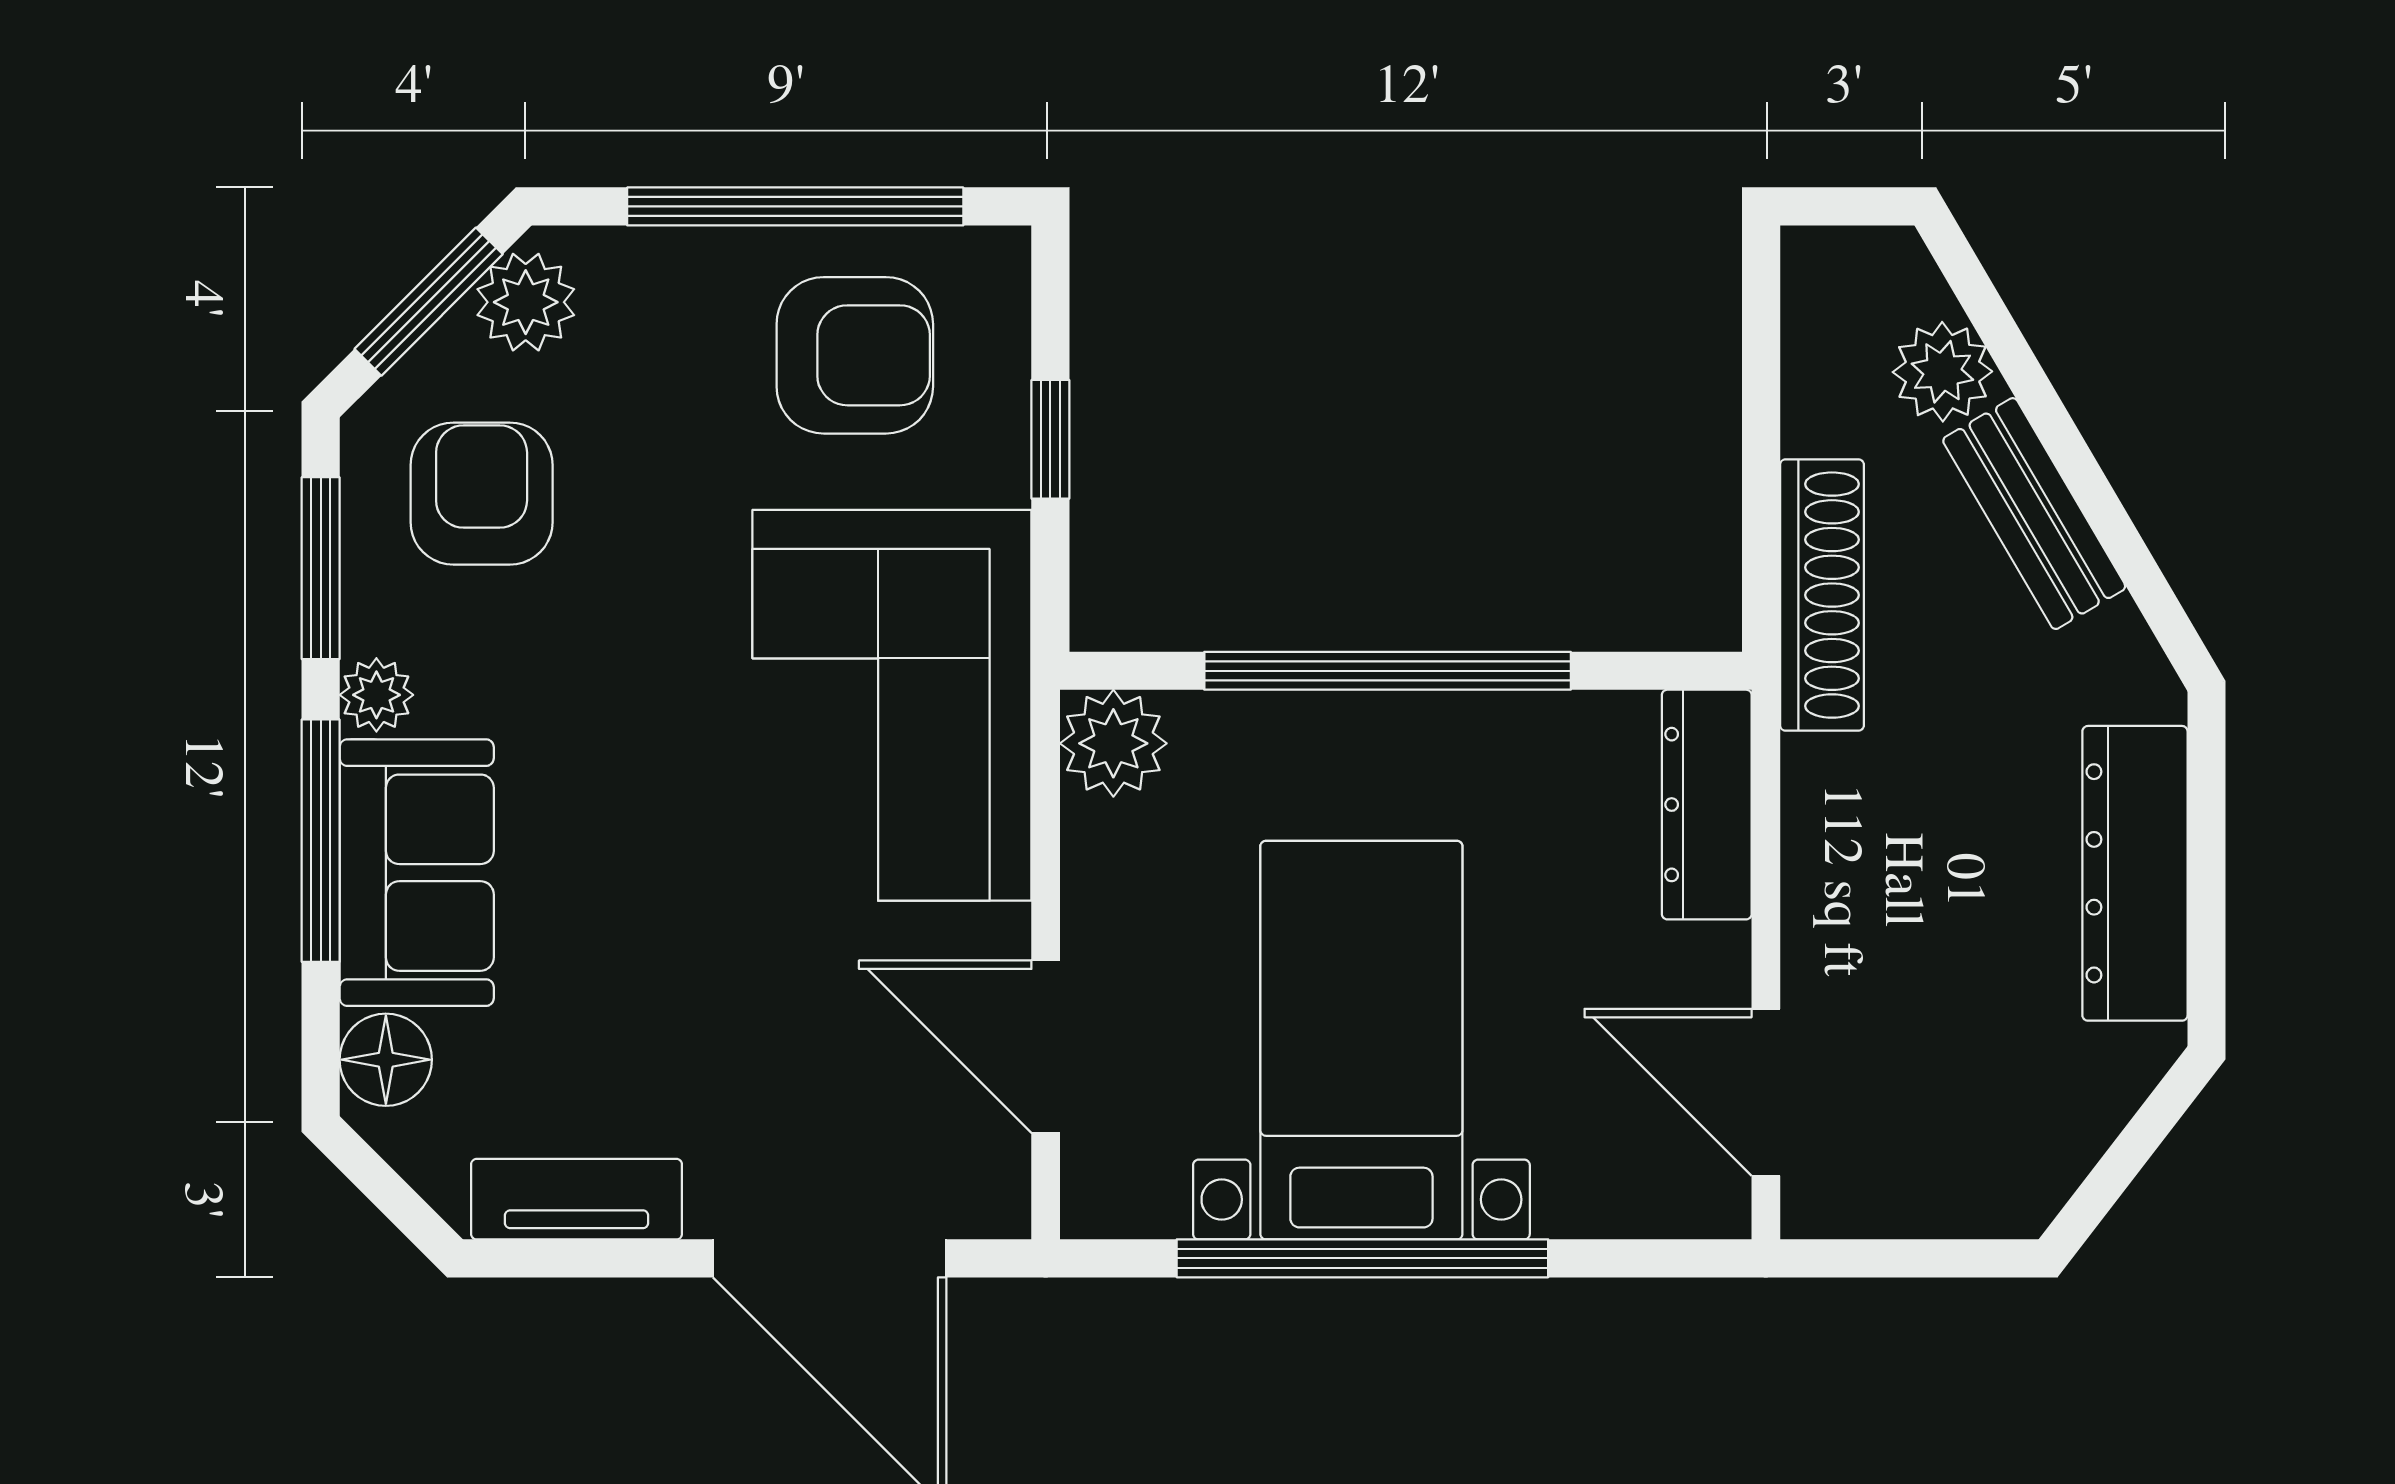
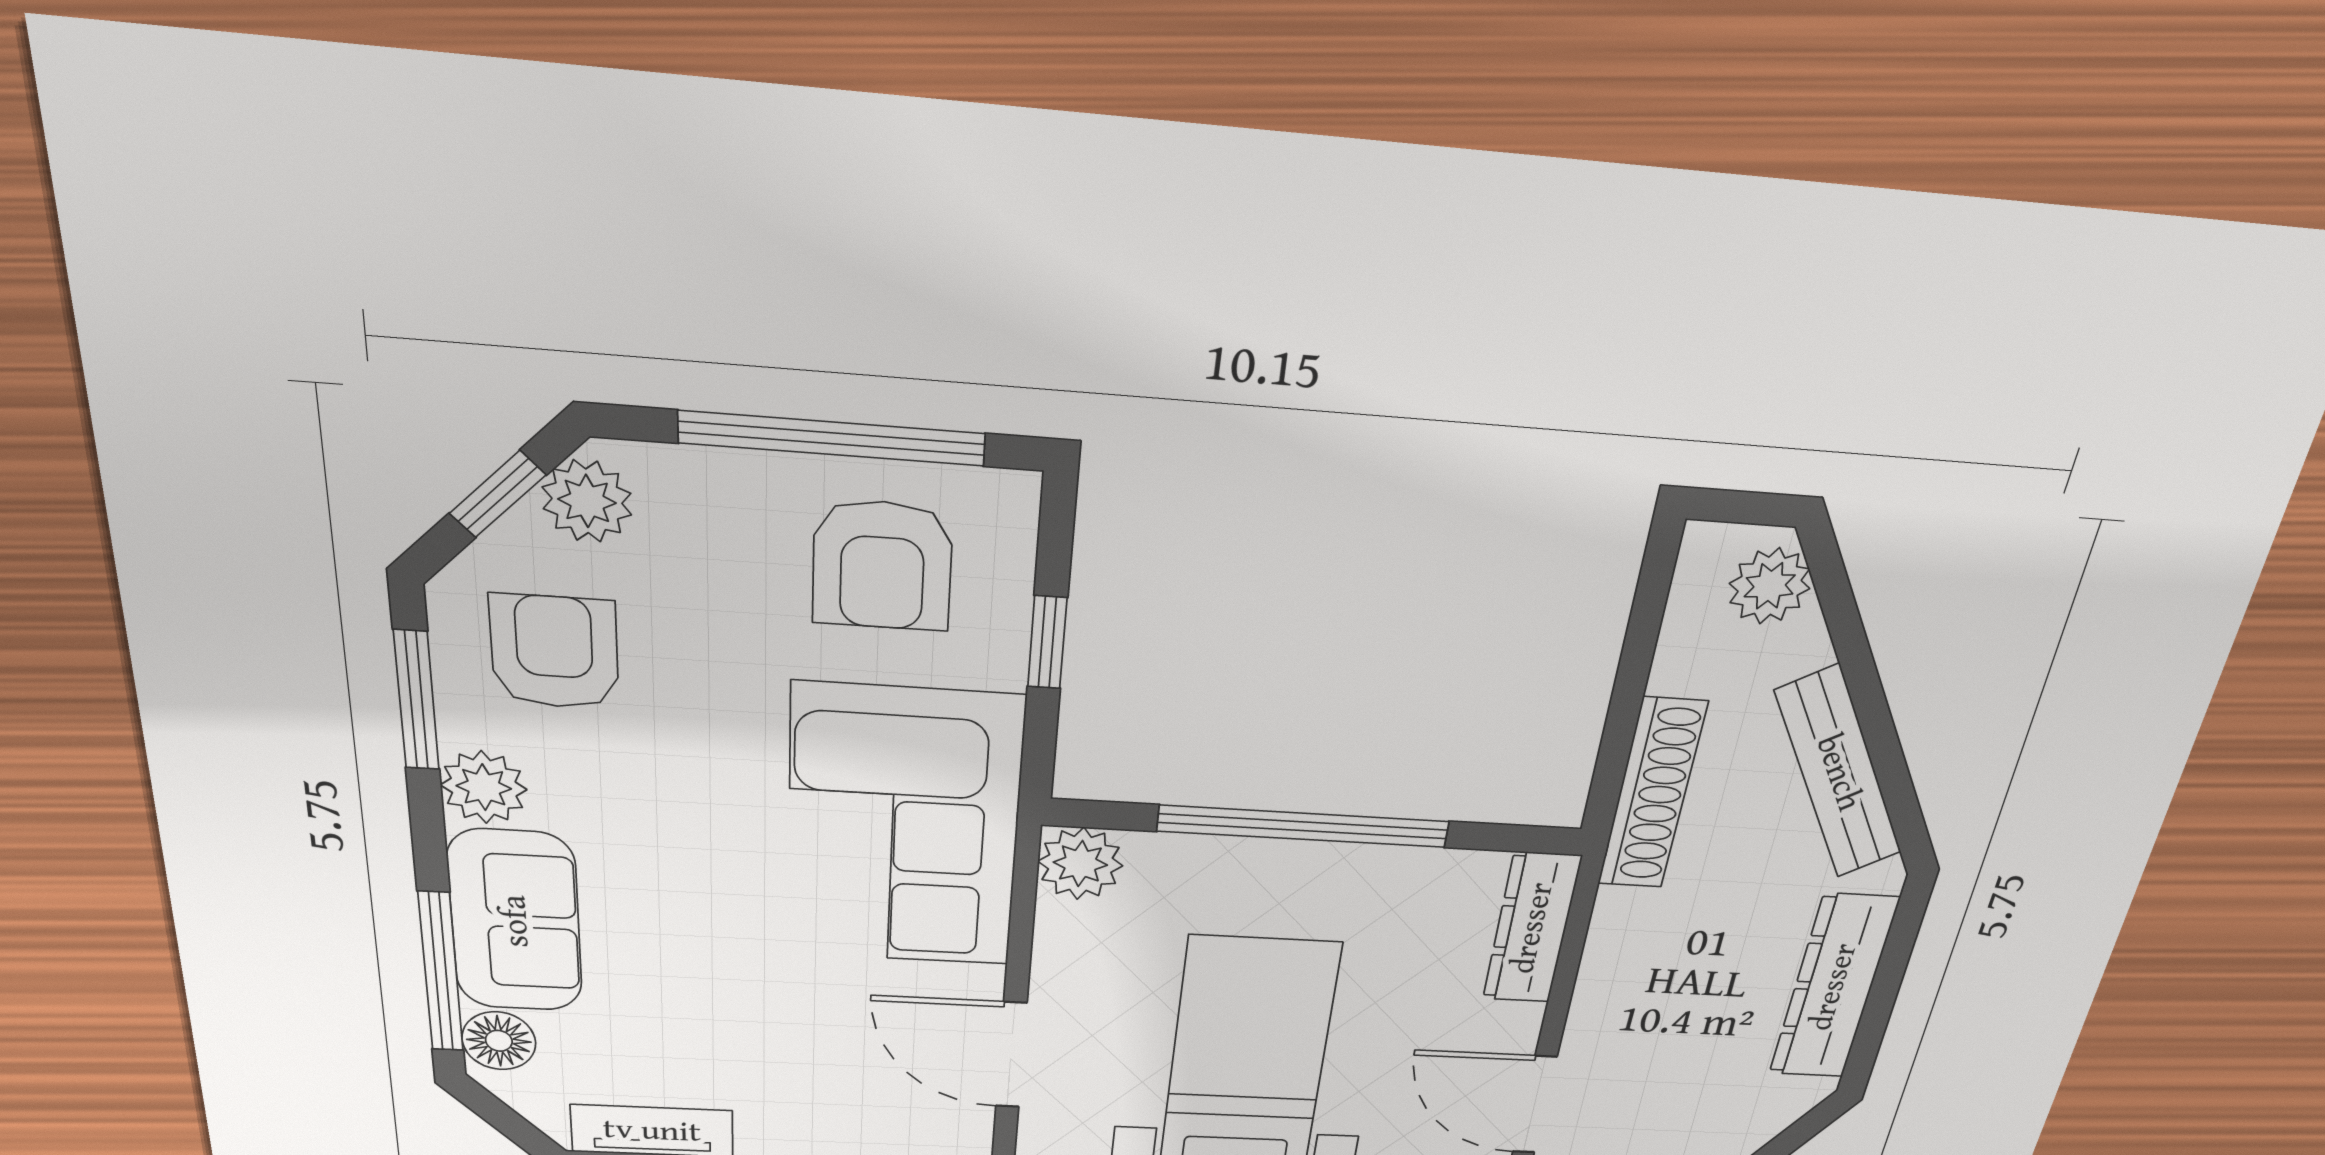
window: (429, 302) -> (498, 494), width x0.67
armchair: (855, 355) -> (882, 565), turned 90
plant: (1942, 372) -> (1770, 586), moved
bench: (2034, 514) -> (1839, 773), width x1.36
plant: (376, 695) -> (484, 787), width x1.38, depth x1.38
window: (321, 841) -> (441, 972), moved

